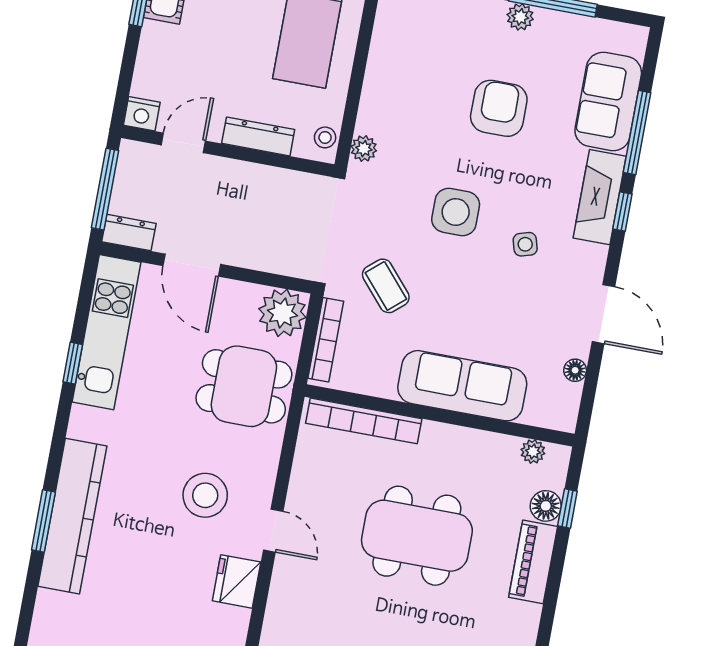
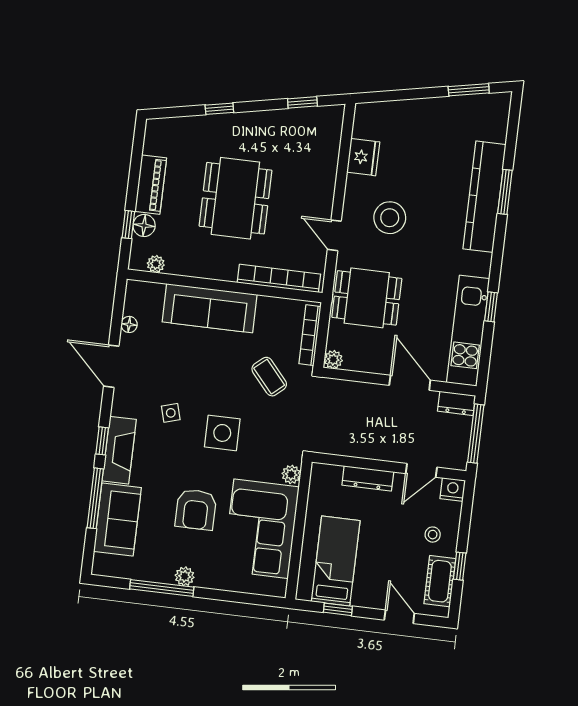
corner sofa: (410, 76) -> (261, 529), added
stool: (325, 137) -> (433, 535), moved
plant: (282, 313) -> (333, 360), width x0.53, depth x0.53
door: (273, 531) -> (334, 235), moved
dining table: (417, 536) -> (235, 198), turned 90

